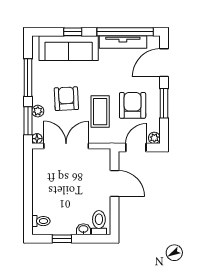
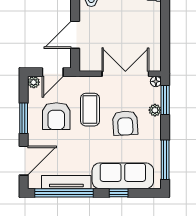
window: (28, 78) -> (165, 160), moved
double door: (66, 146) -> (125, 74), swing flipped
door: (115, 183) -> (75, 35), hinge flipped

